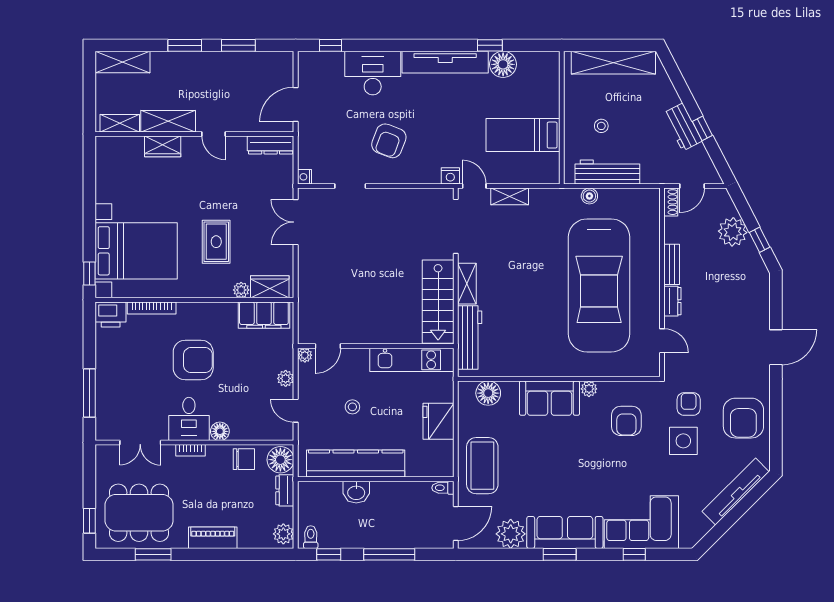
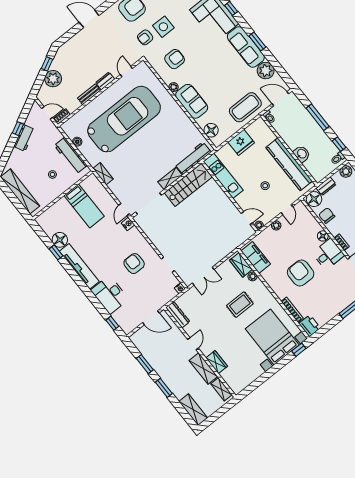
armchair: (389, 141) -> (134, 264), turned -111
shelving: (510, 196) -> (103, 174), moved
boiler: (589, 196) -> (77, 142), moved

